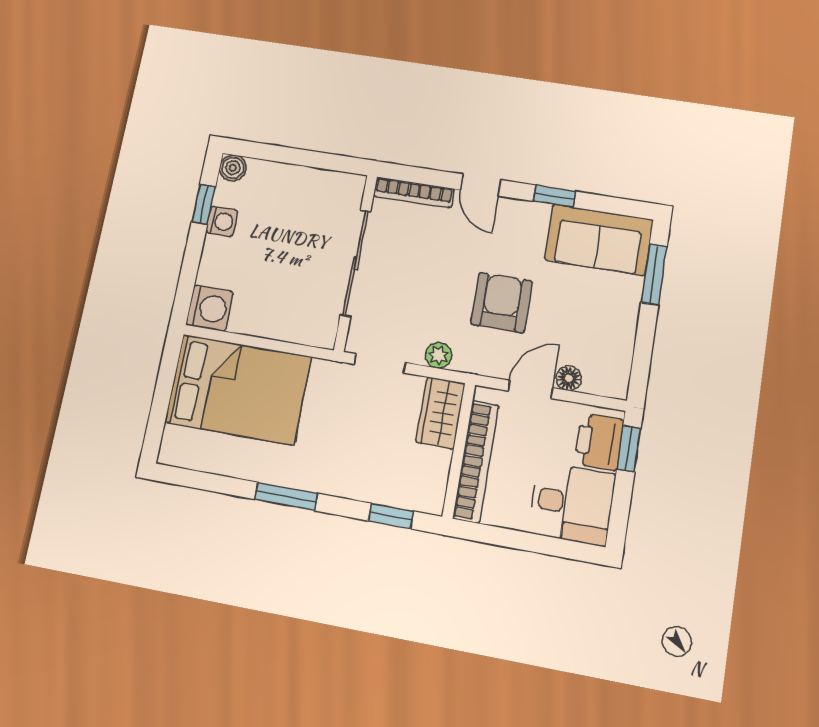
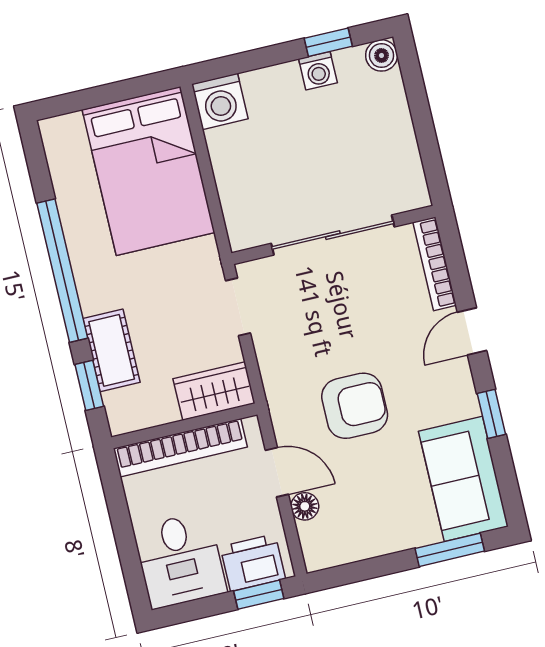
plant: (439, 355) -> (272, 364), removed
cot: (370, 484) -> (112, 350), added
window: (286, 496) -> (62, 271), width x2.11

